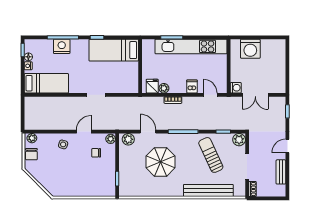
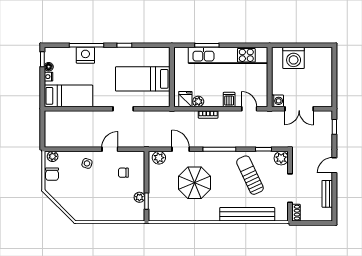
bed: (114, 50) -> (143, 79), moved
plant: (111, 139) -> (139, 197), moved

